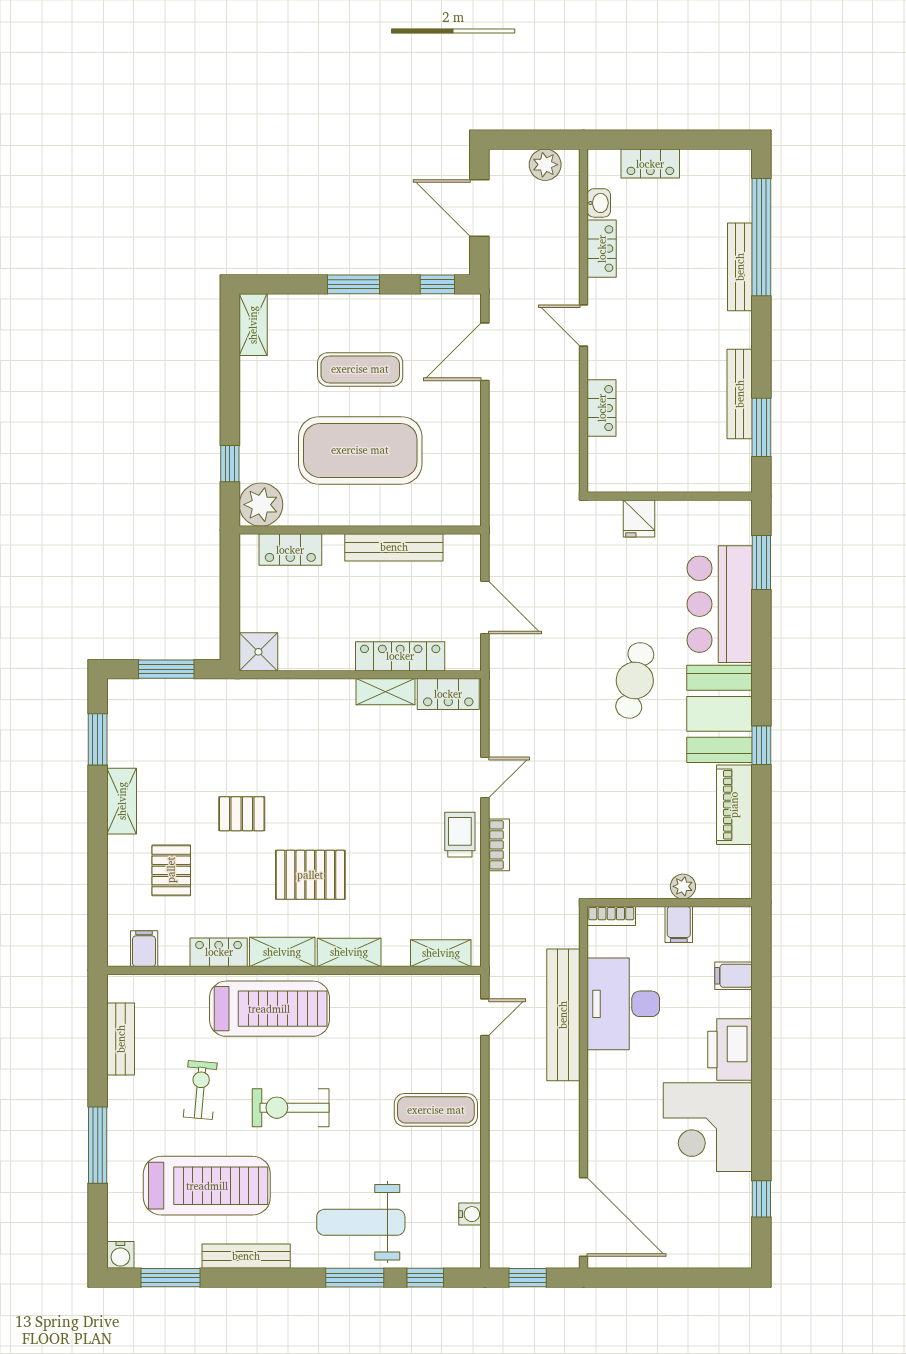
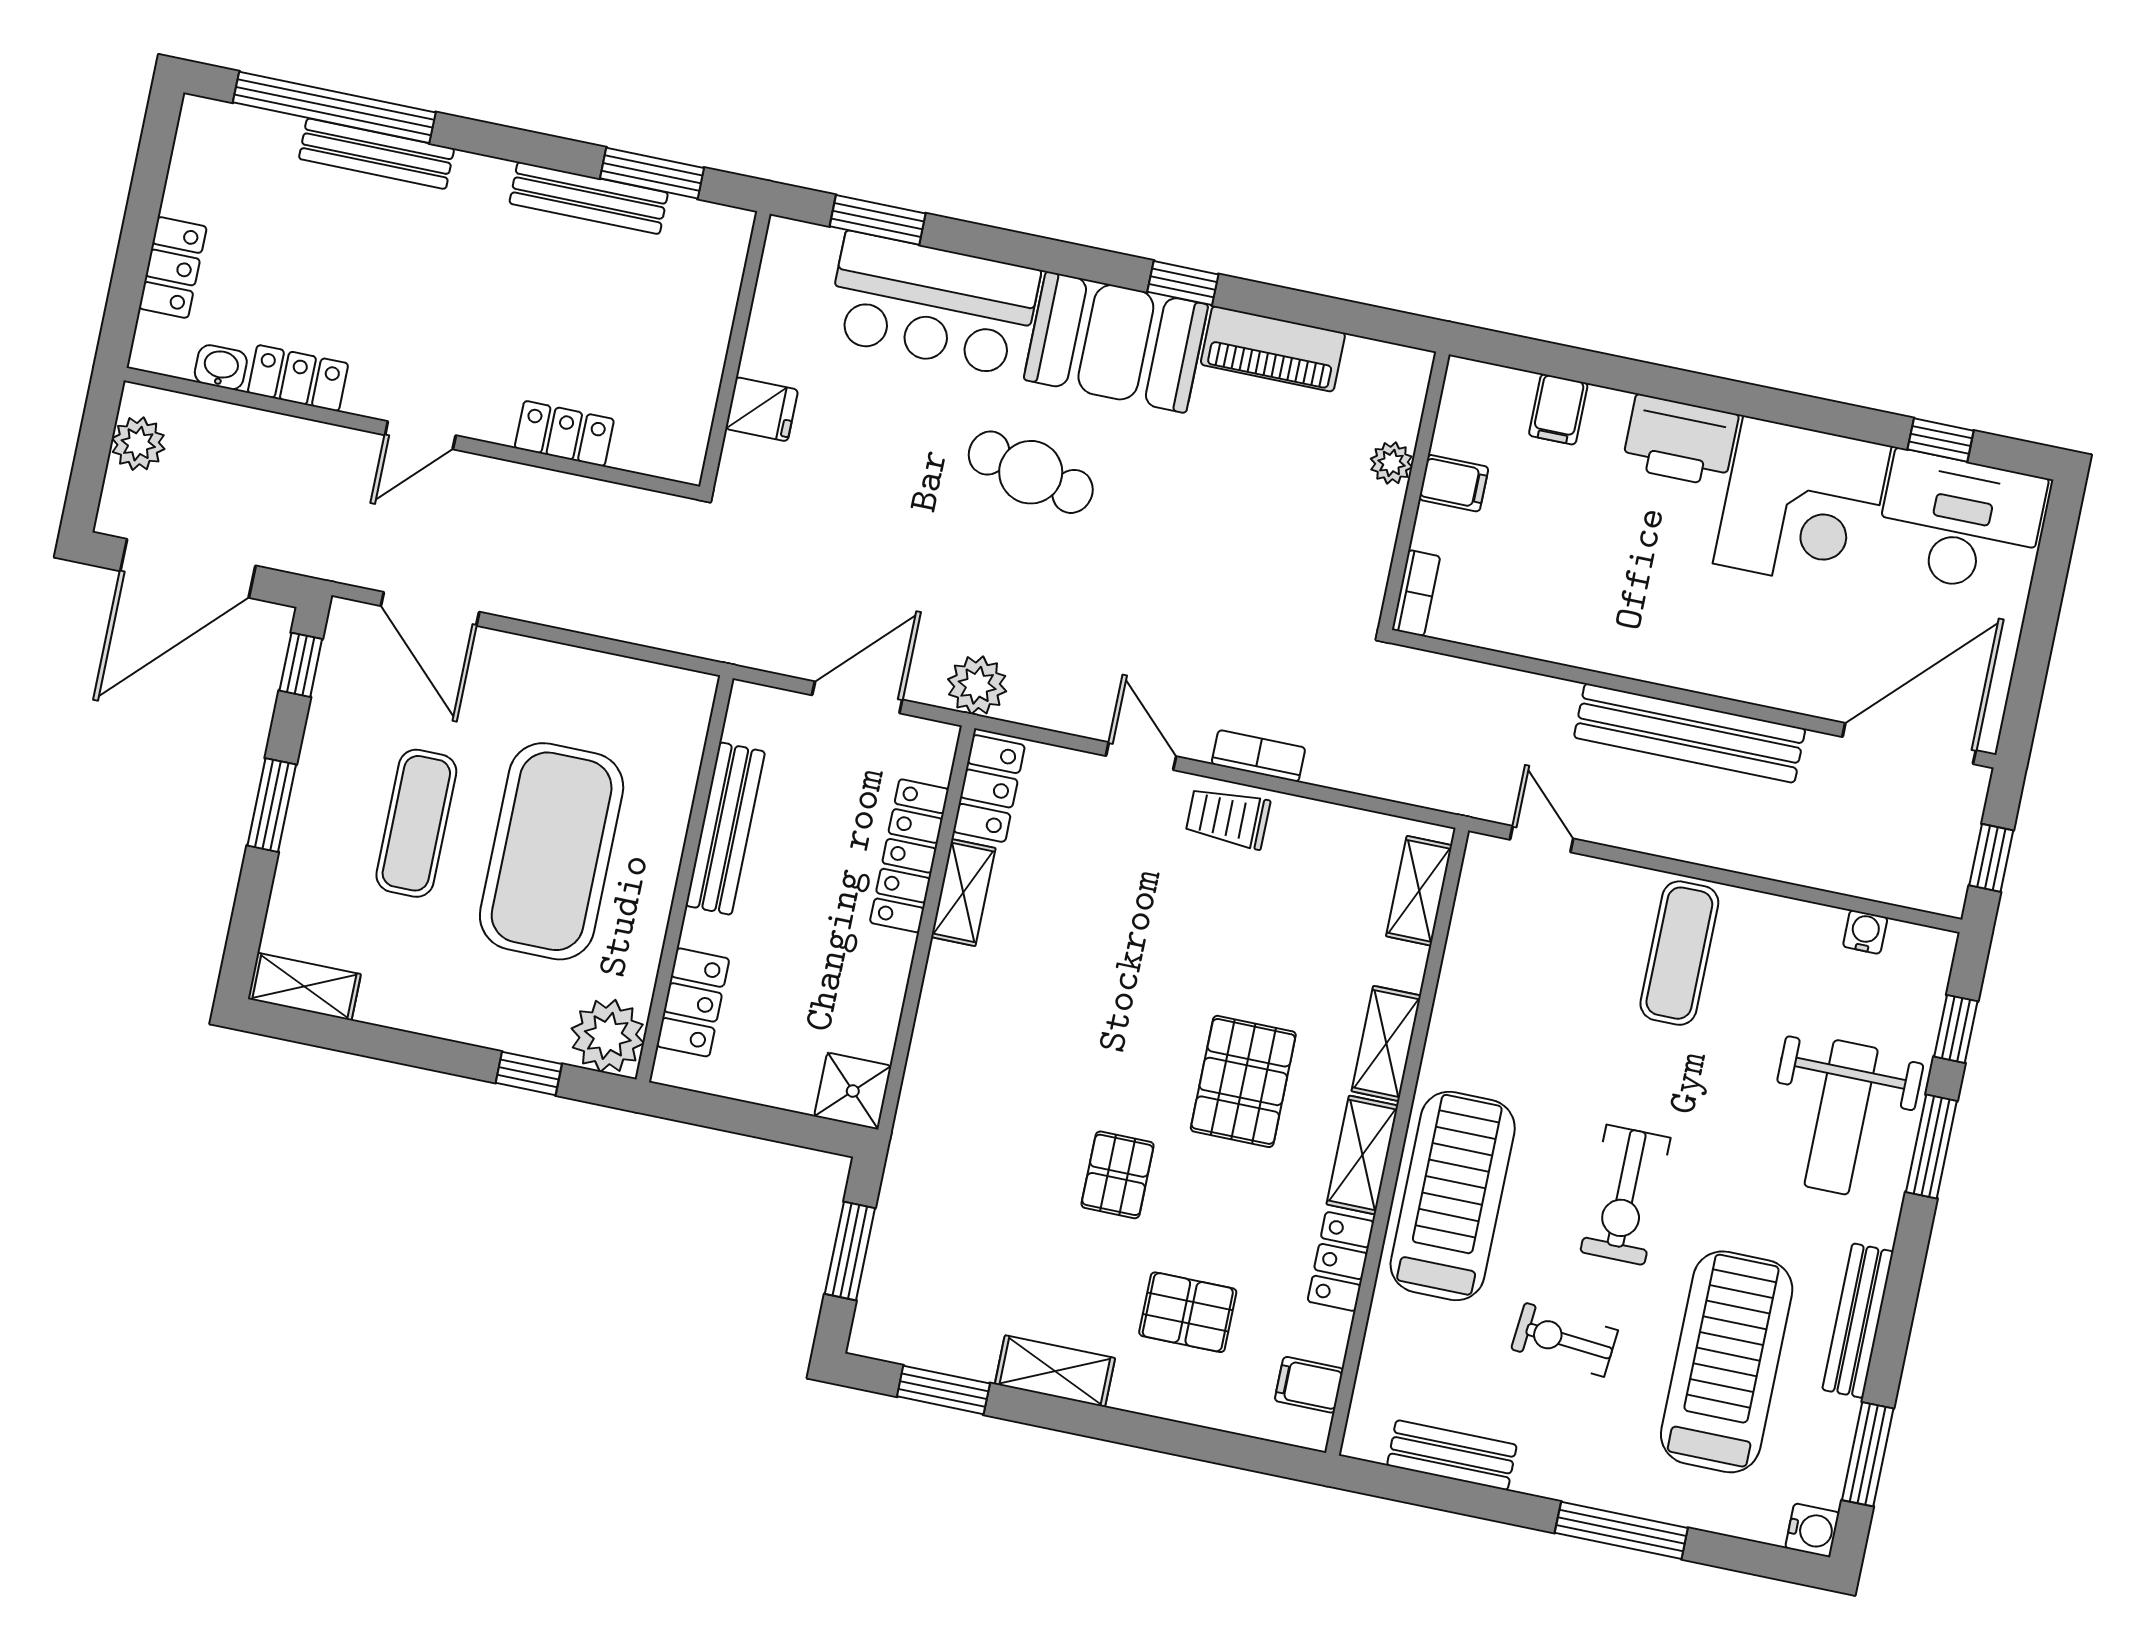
door: (479, 208) -> (188, 568), width x1.36
plant: (506, 675) -> (977, 685), added
desk: (623, 1004) -> (1960, 523), moved, turned 180
bench: (563, 1015) -> (1690, 733), moved

